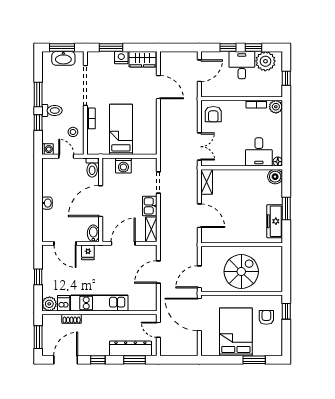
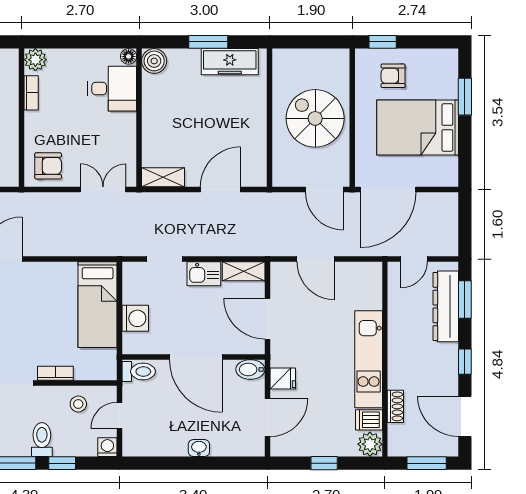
bed: (121, 129) -> (98, 305), moved, turned -90

